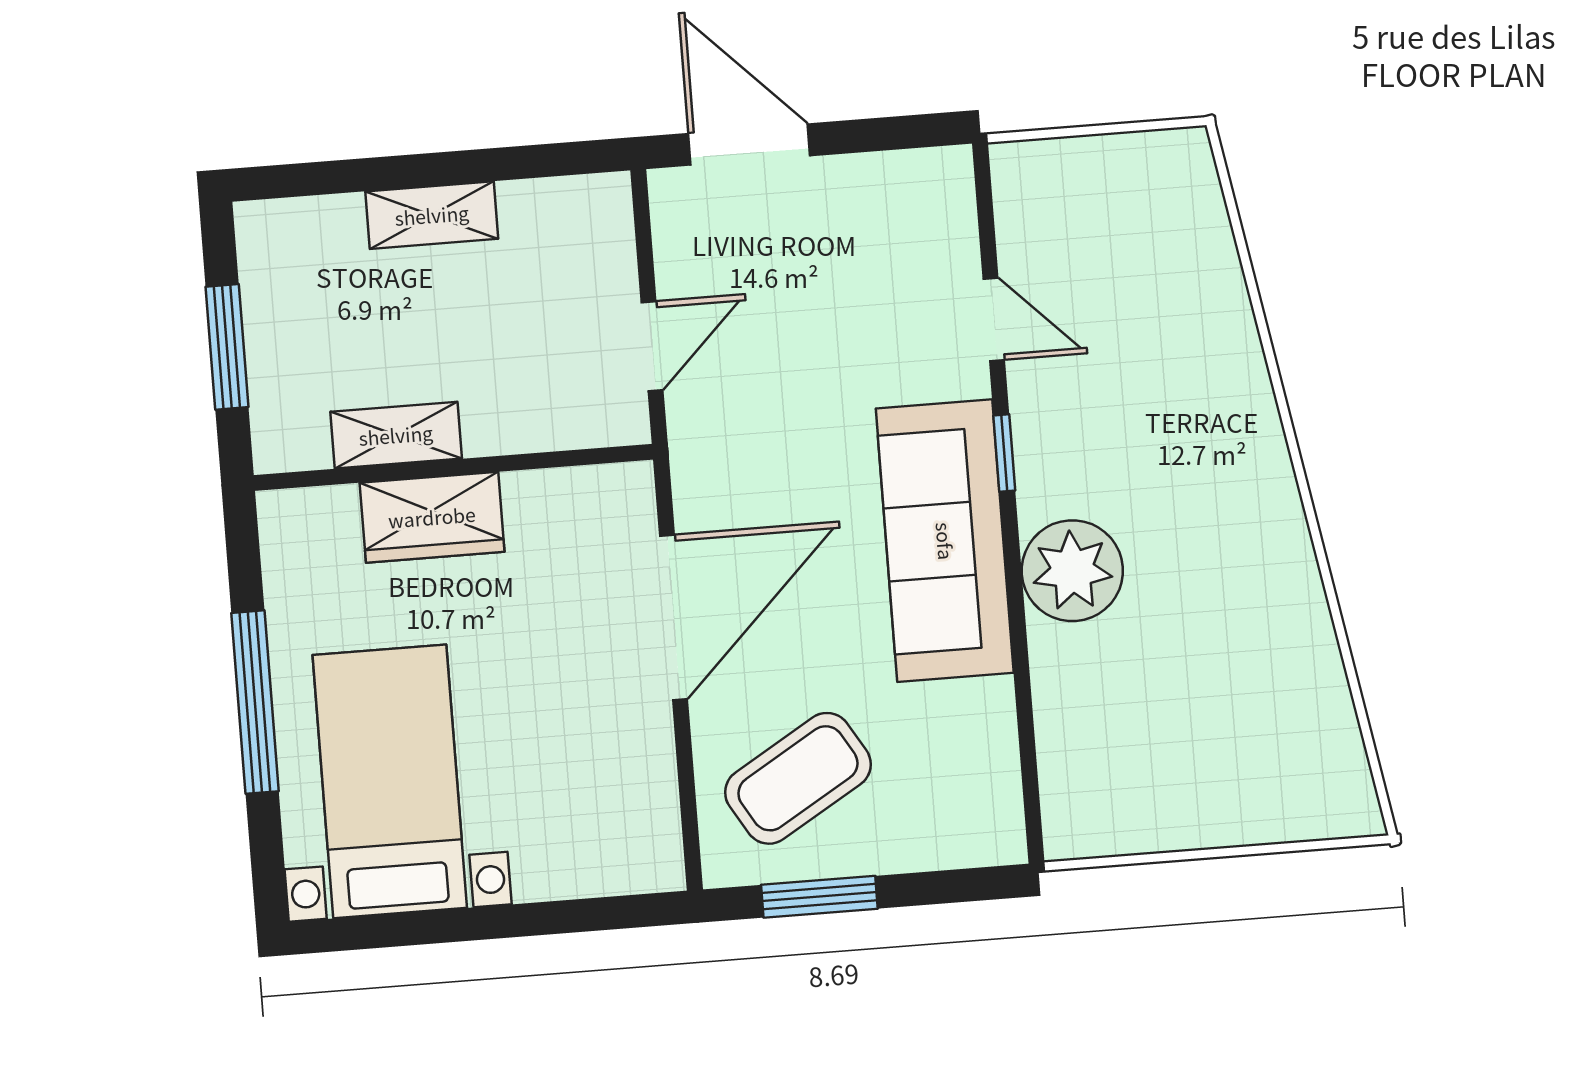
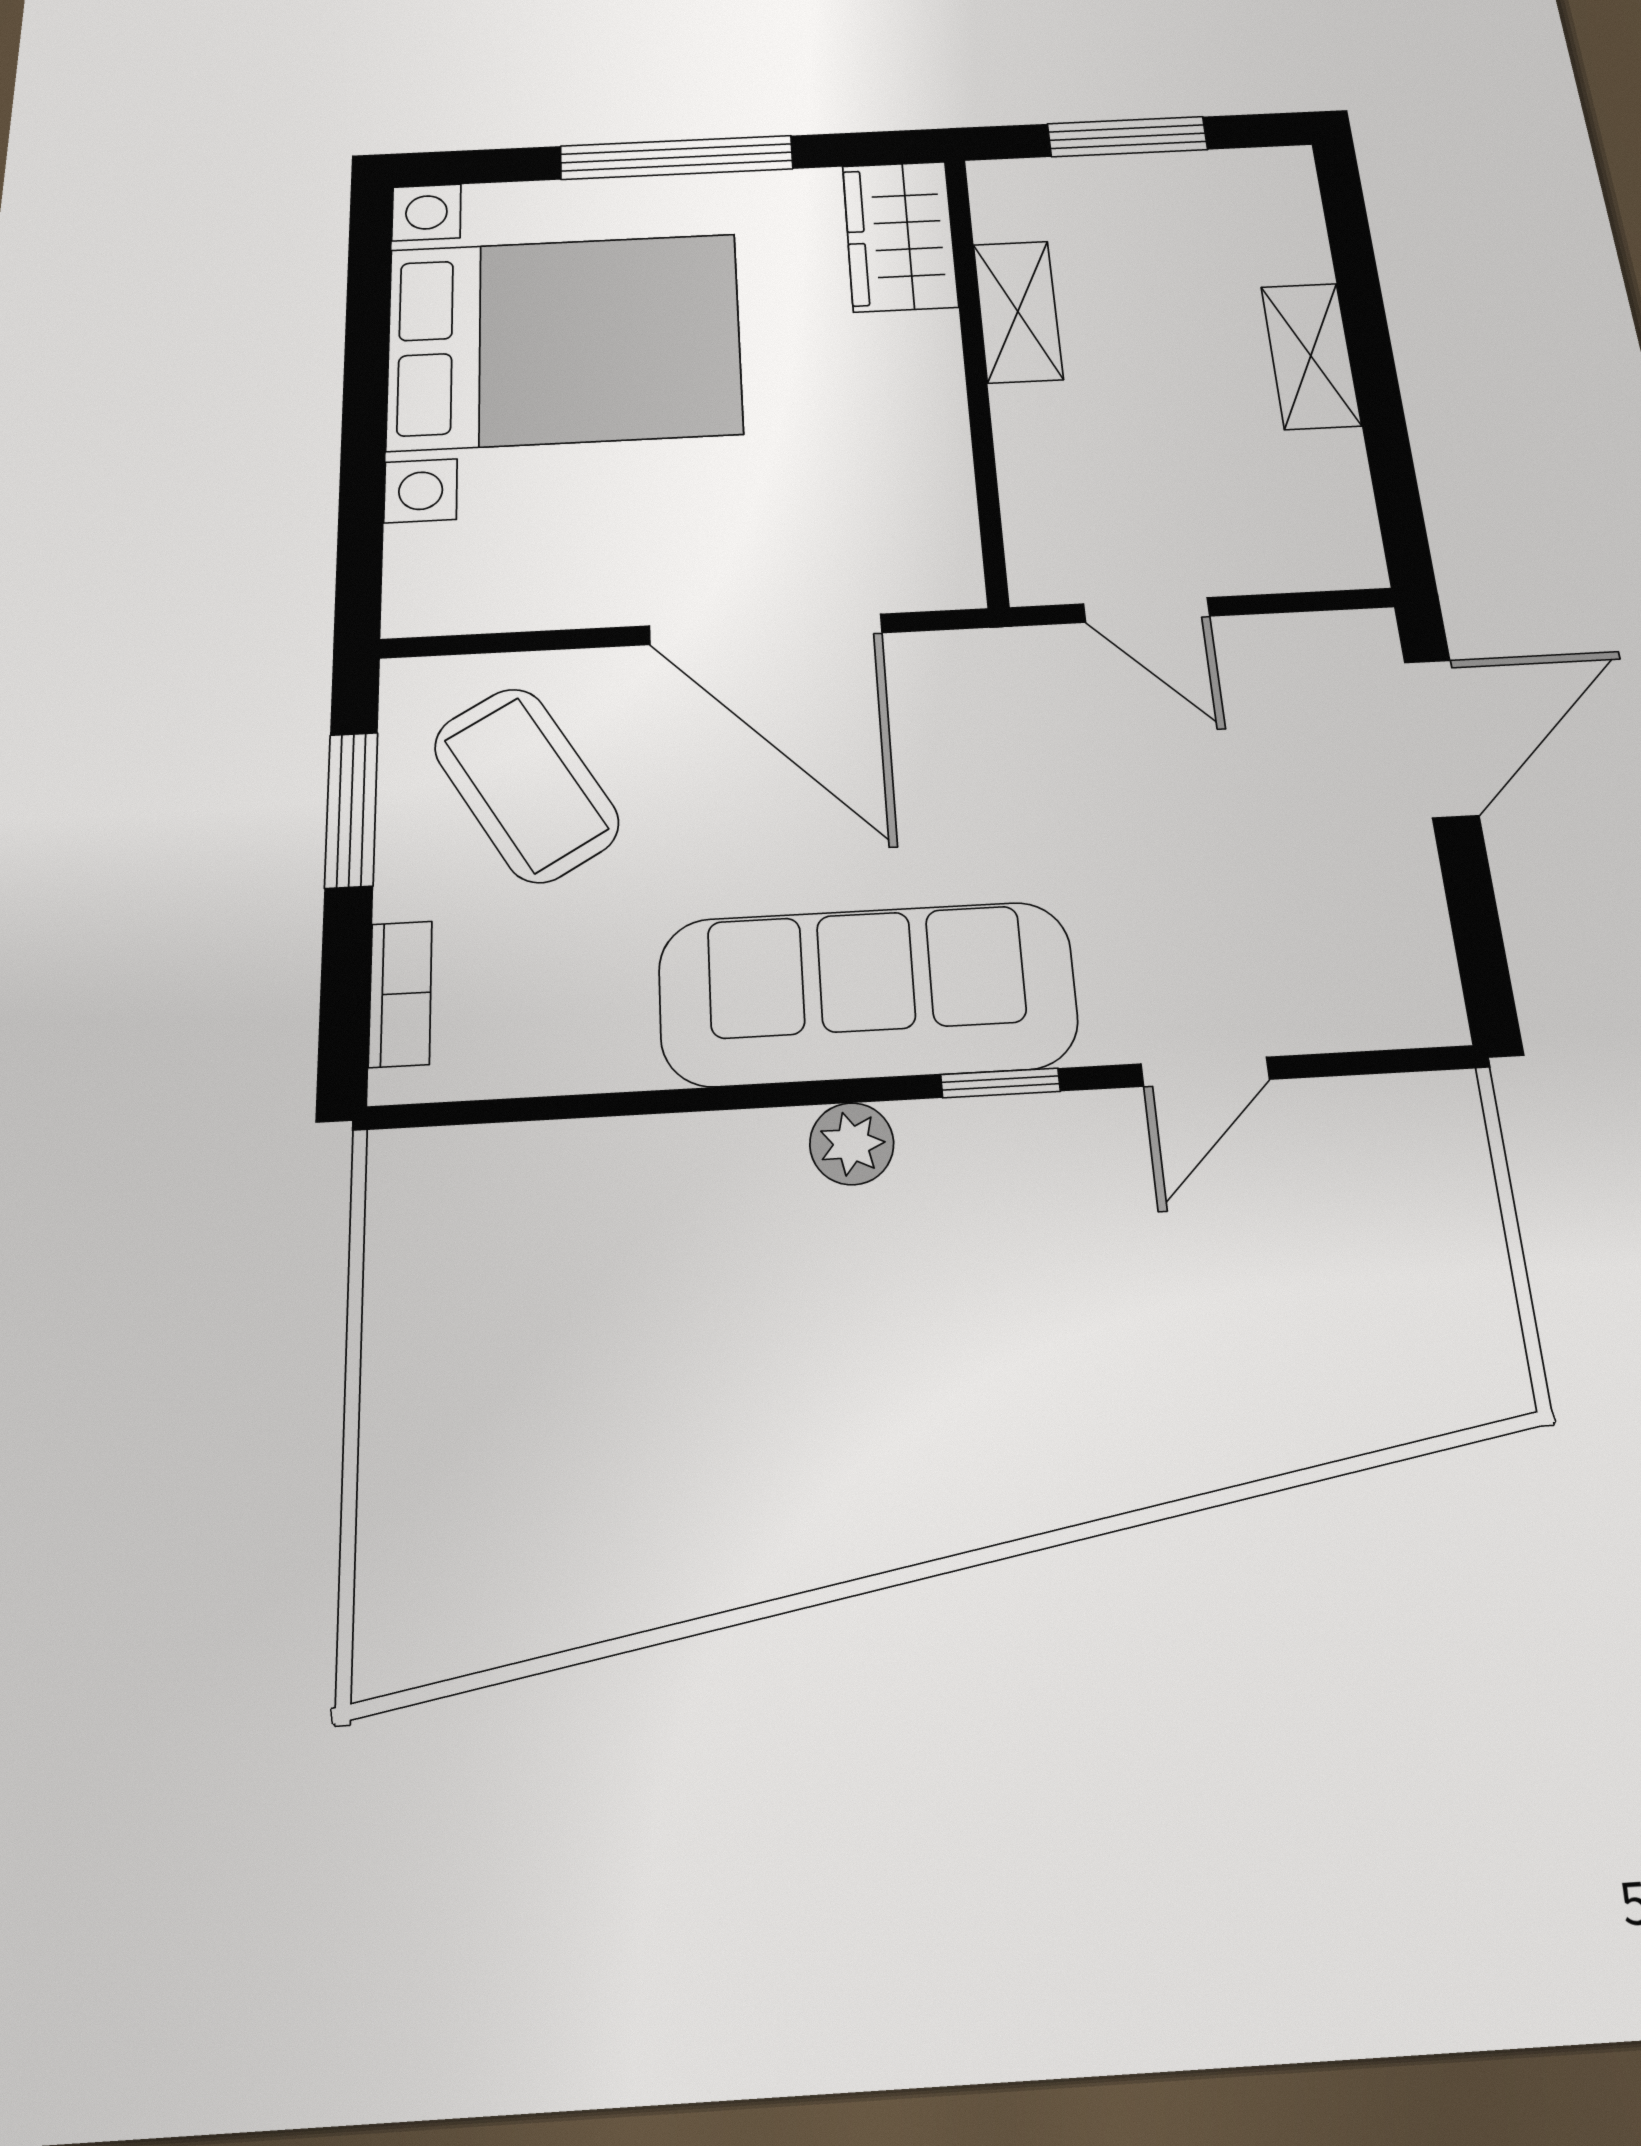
wardrobe: (432, 517) -> (900, 236), moved
plant: (1072, 571) -> (852, 1144), width x0.53, depth x0.53
bed with nightstands: (390, 781) -> (564, 341), width x1.36
bookcase: (951, 850) -> (400, 994), added

